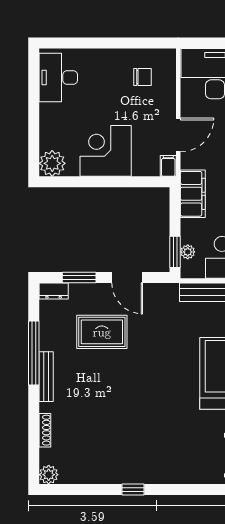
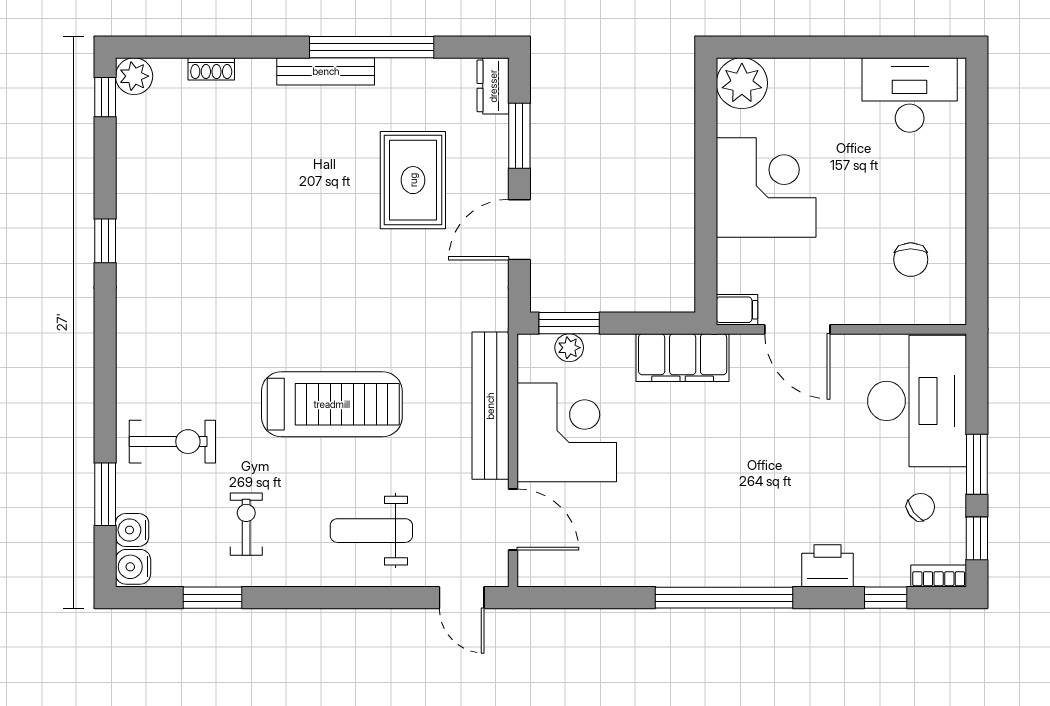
shoe rack: (45, 430) -> (211, 69), width x0.70
window: (59, 490) -> (105, 97), added

